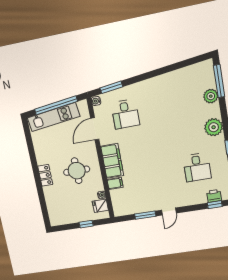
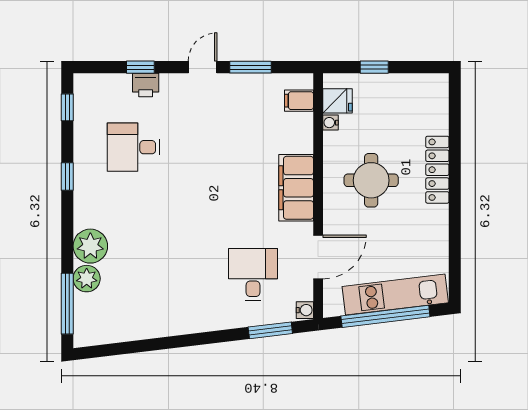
plant: (214, 127) -> (90, 246), moved
desk: (197, 167) -> (134, 147), turned -90
locker: (45, 175) -> (437, 170), width x1.53
filing cabinet: (115, 183) -> (299, 101), moved
printer: (214, 196) -> (146, 85), moved
window: (215, 205) -> (140, 67), moved

